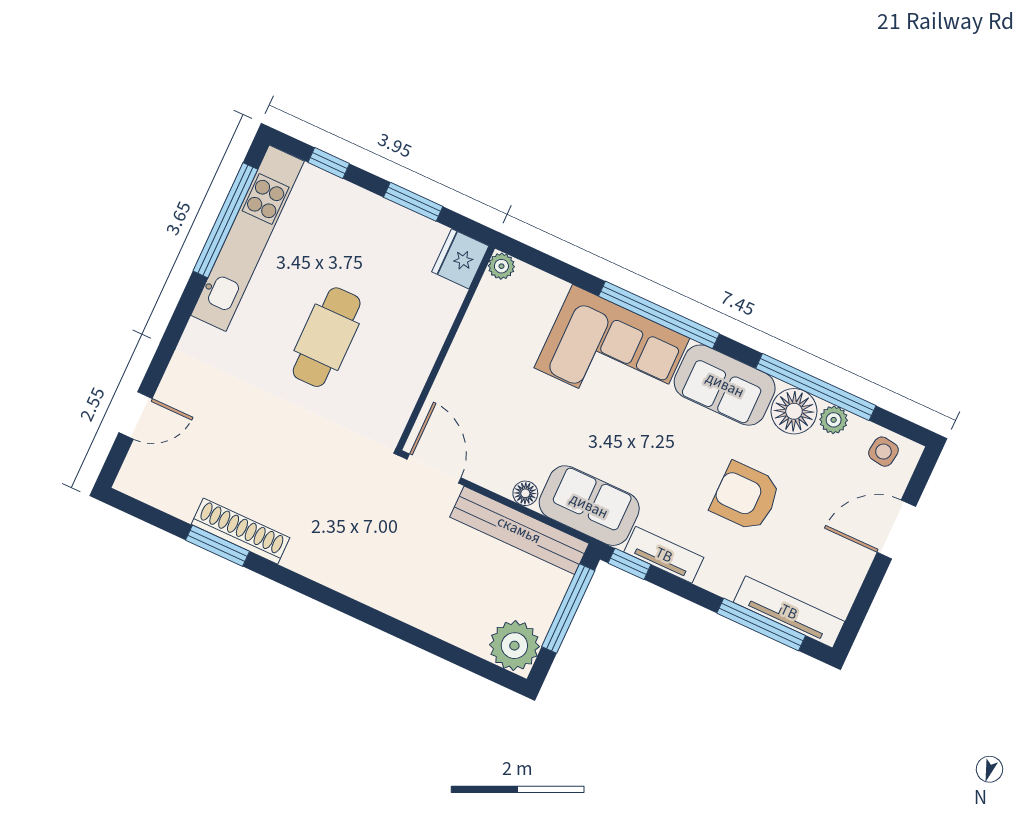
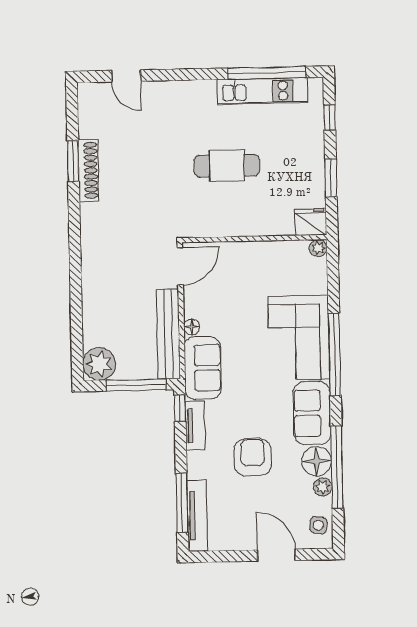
kitchen unit: (248, 238) -> (262, 91), width x0.73

